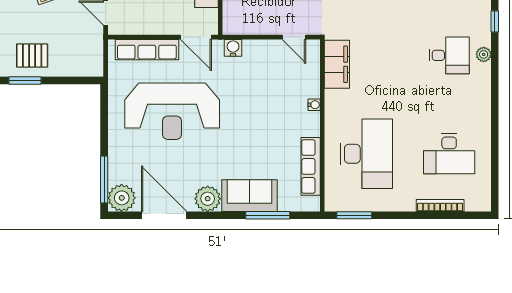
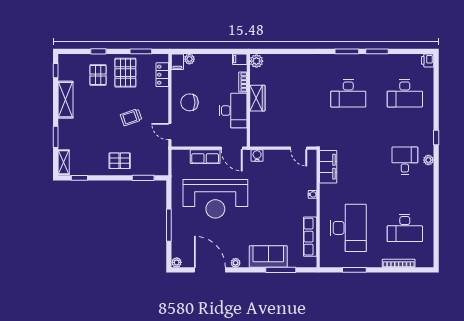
row of seats: (147, 50) -> (205, 157), width x0.68
desk: (449, 55) -> (405, 161), turned -90
window: (25, 81) -> (143, 178), moved
window: (104, 180) -> (169, 225), moved
plant: (122, 198) -> (177, 262), width x0.53, depth x0.53
plant: (208, 199) -> (236, 263), width x0.53, depth x0.53
window: (354, 215) -> (354, 270), moved

